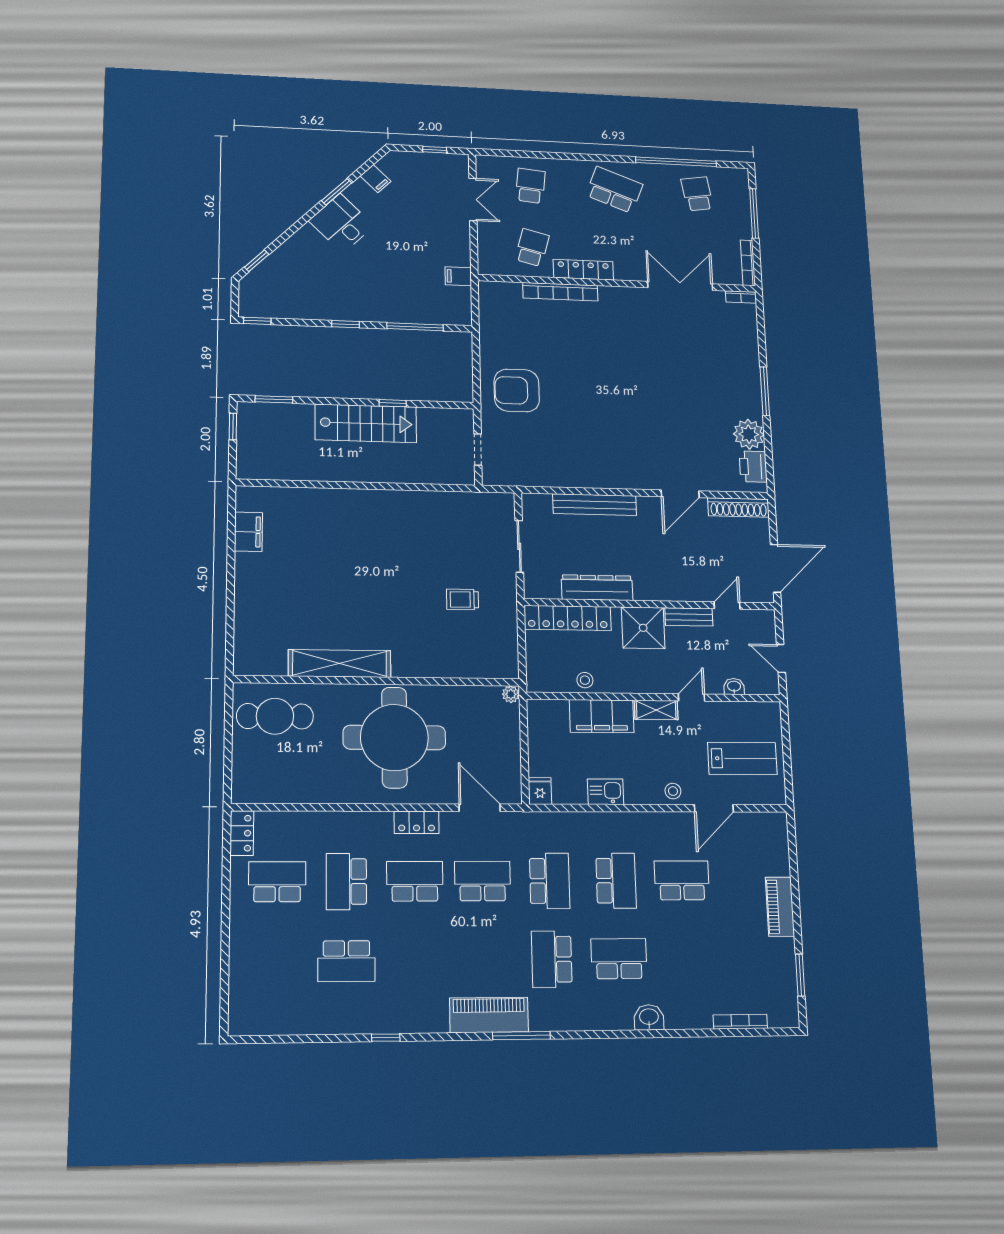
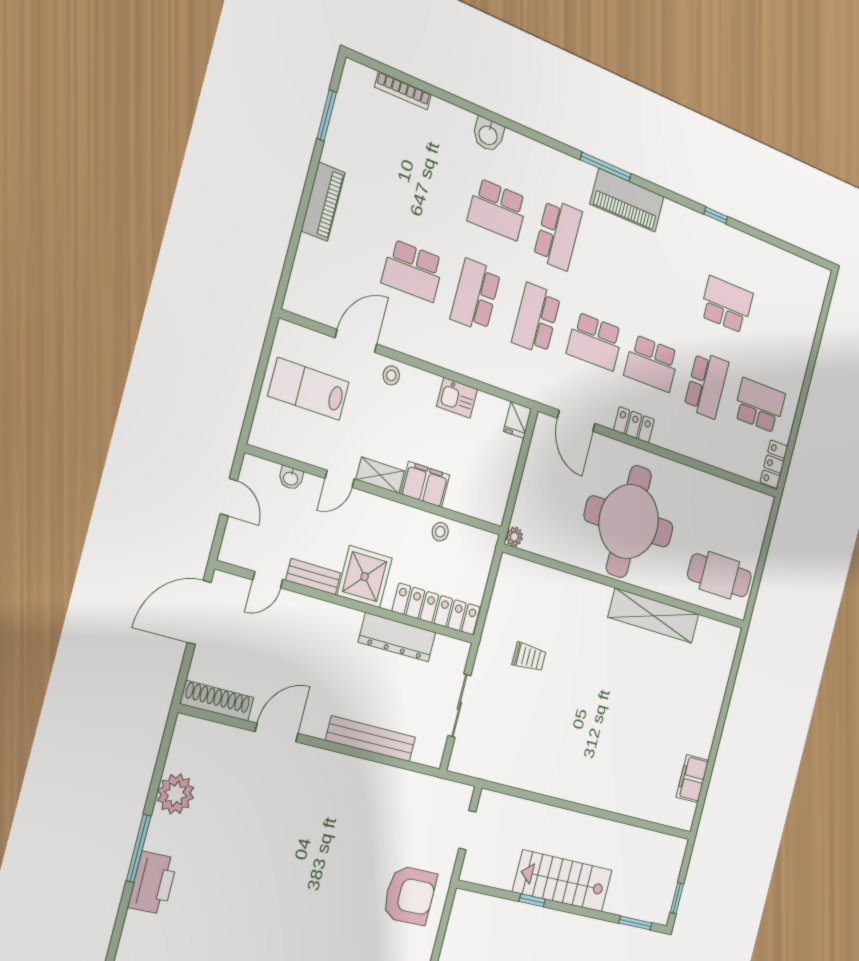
printer: (753, 467) -> (153, 883), moved, width x1.37, depth x1.19
filing cabinet: (602, 716) -> (425, 484), width x0.67, depth x0.86
school desk: (277, 882) -> (759, 405), turned 180

